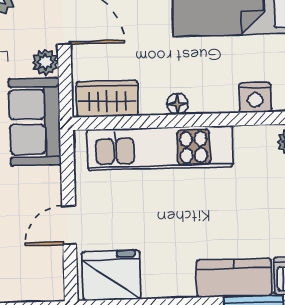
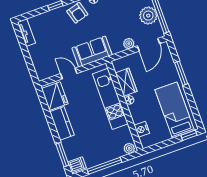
wardrobe: (107, 99) -> (126, 82), moved
sofa: (35, 122) -> (92, 51), moved
kitchen counter: (234, 278) -> (62, 123), moved

